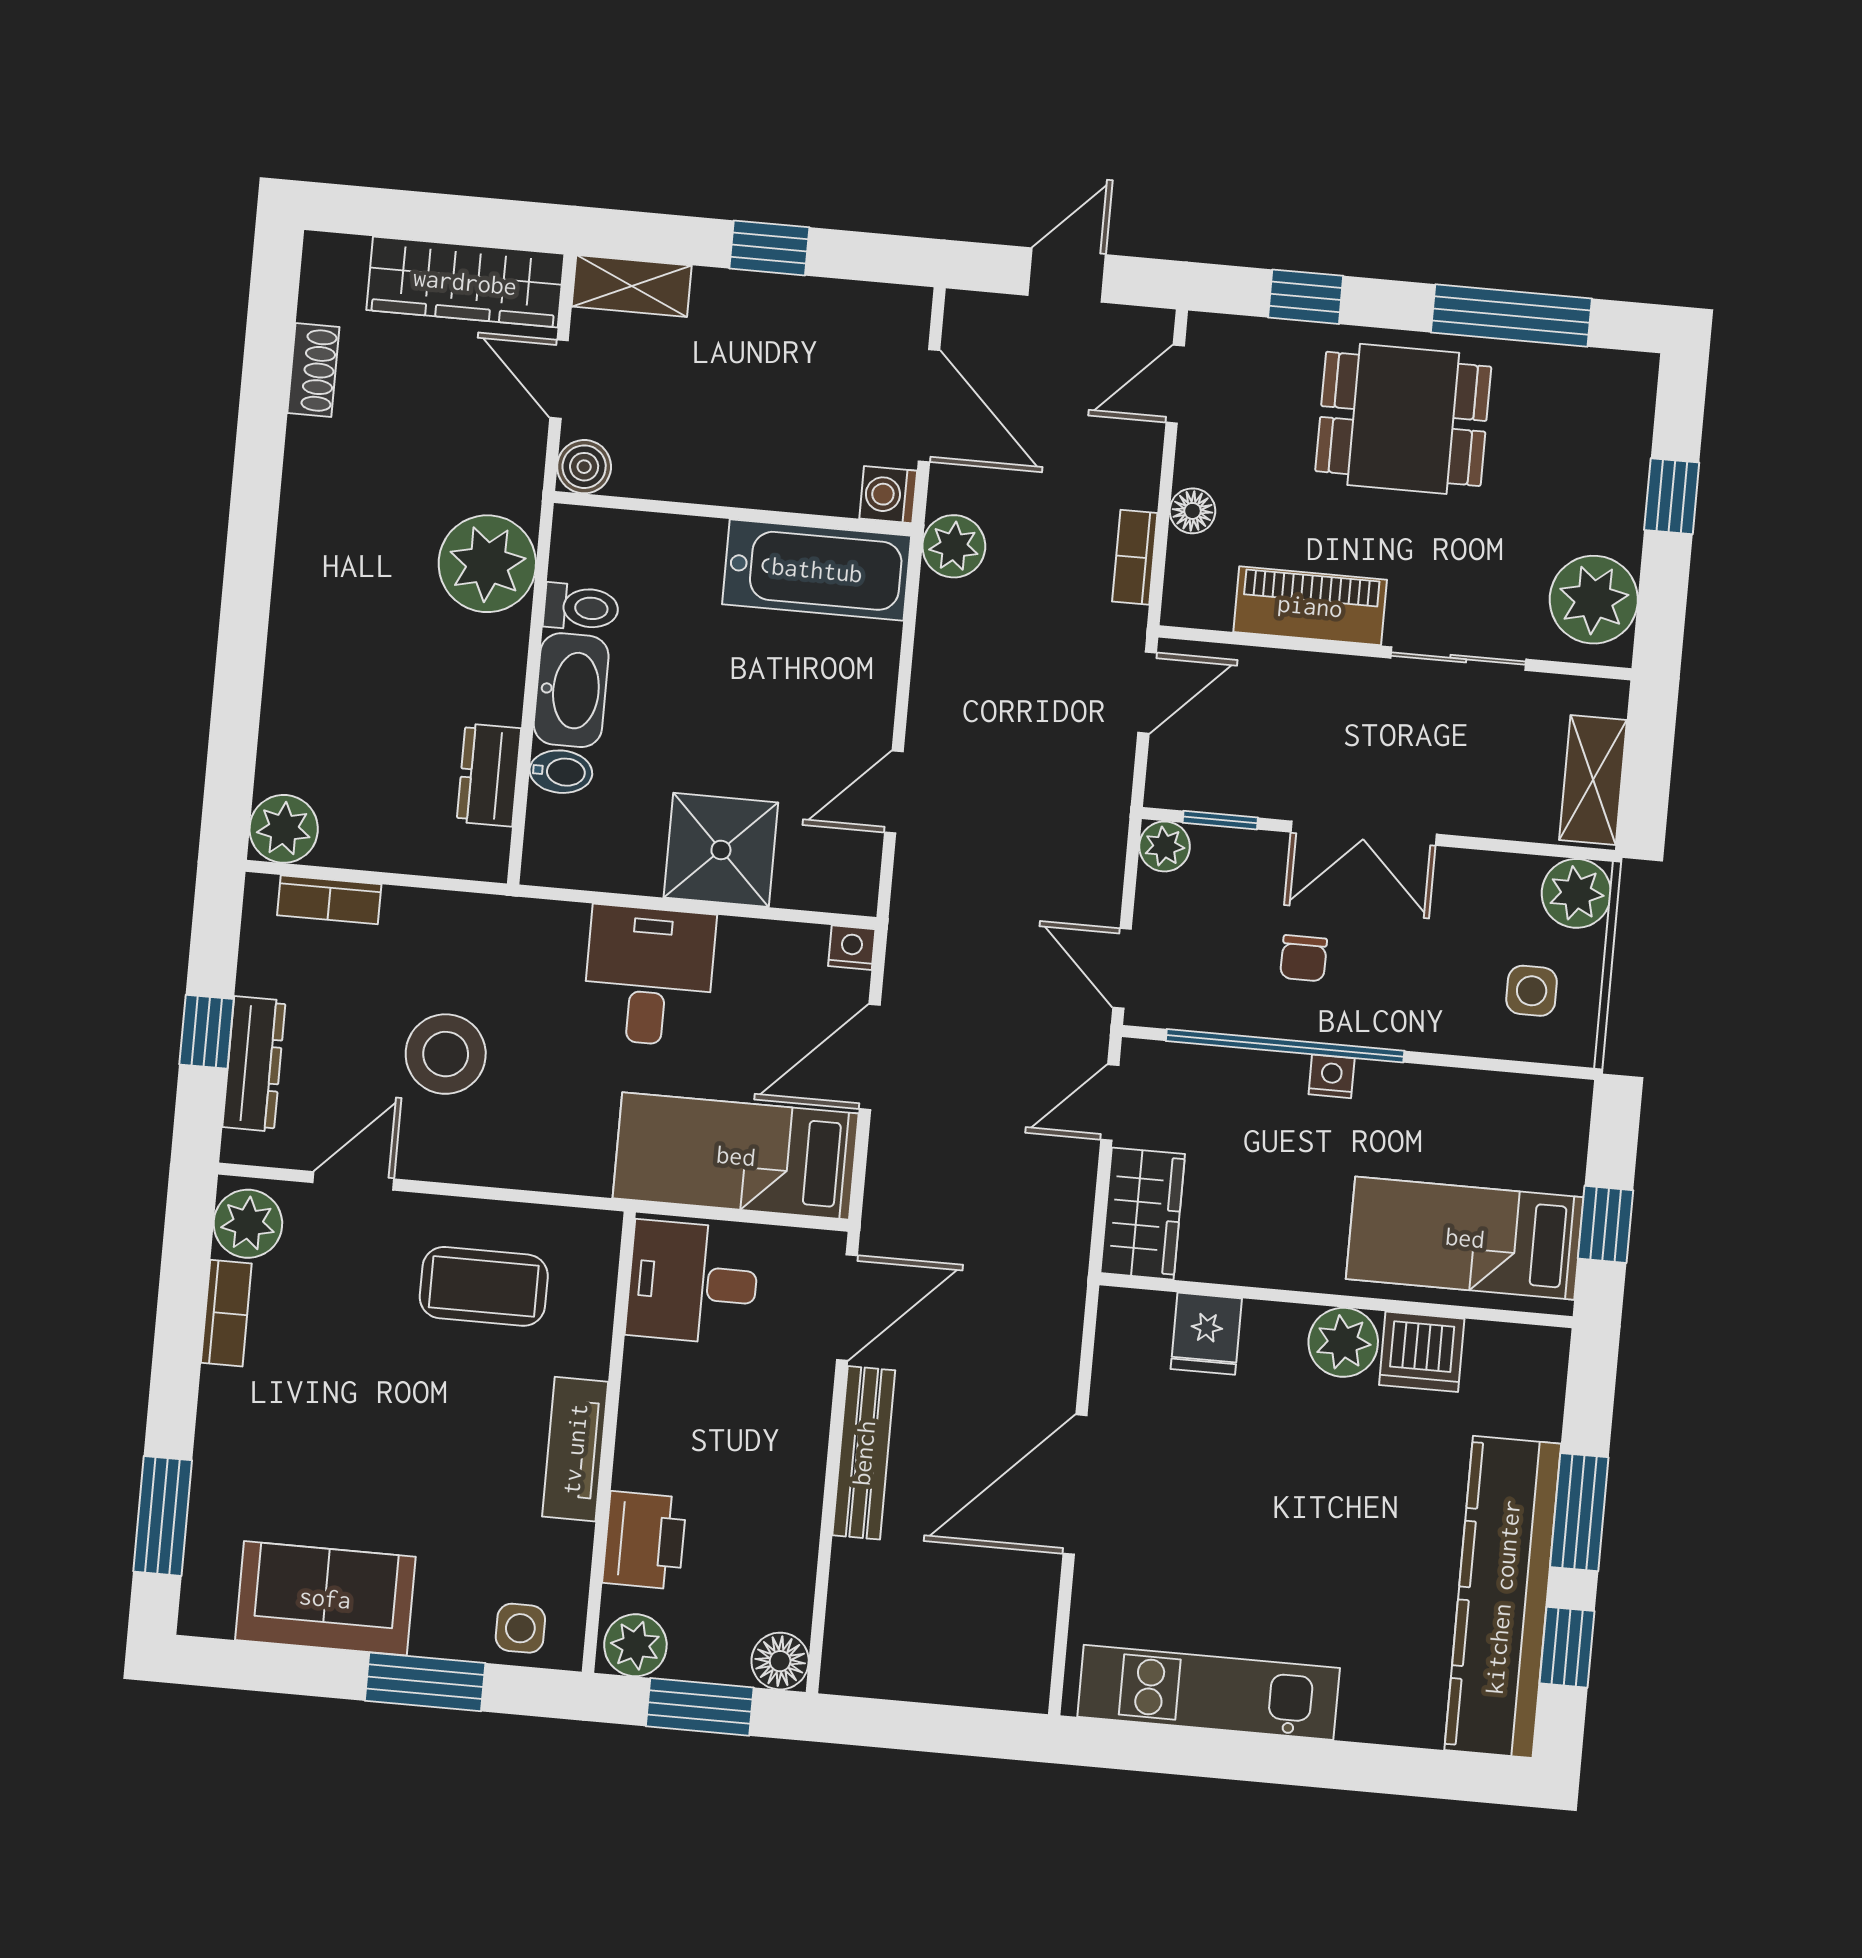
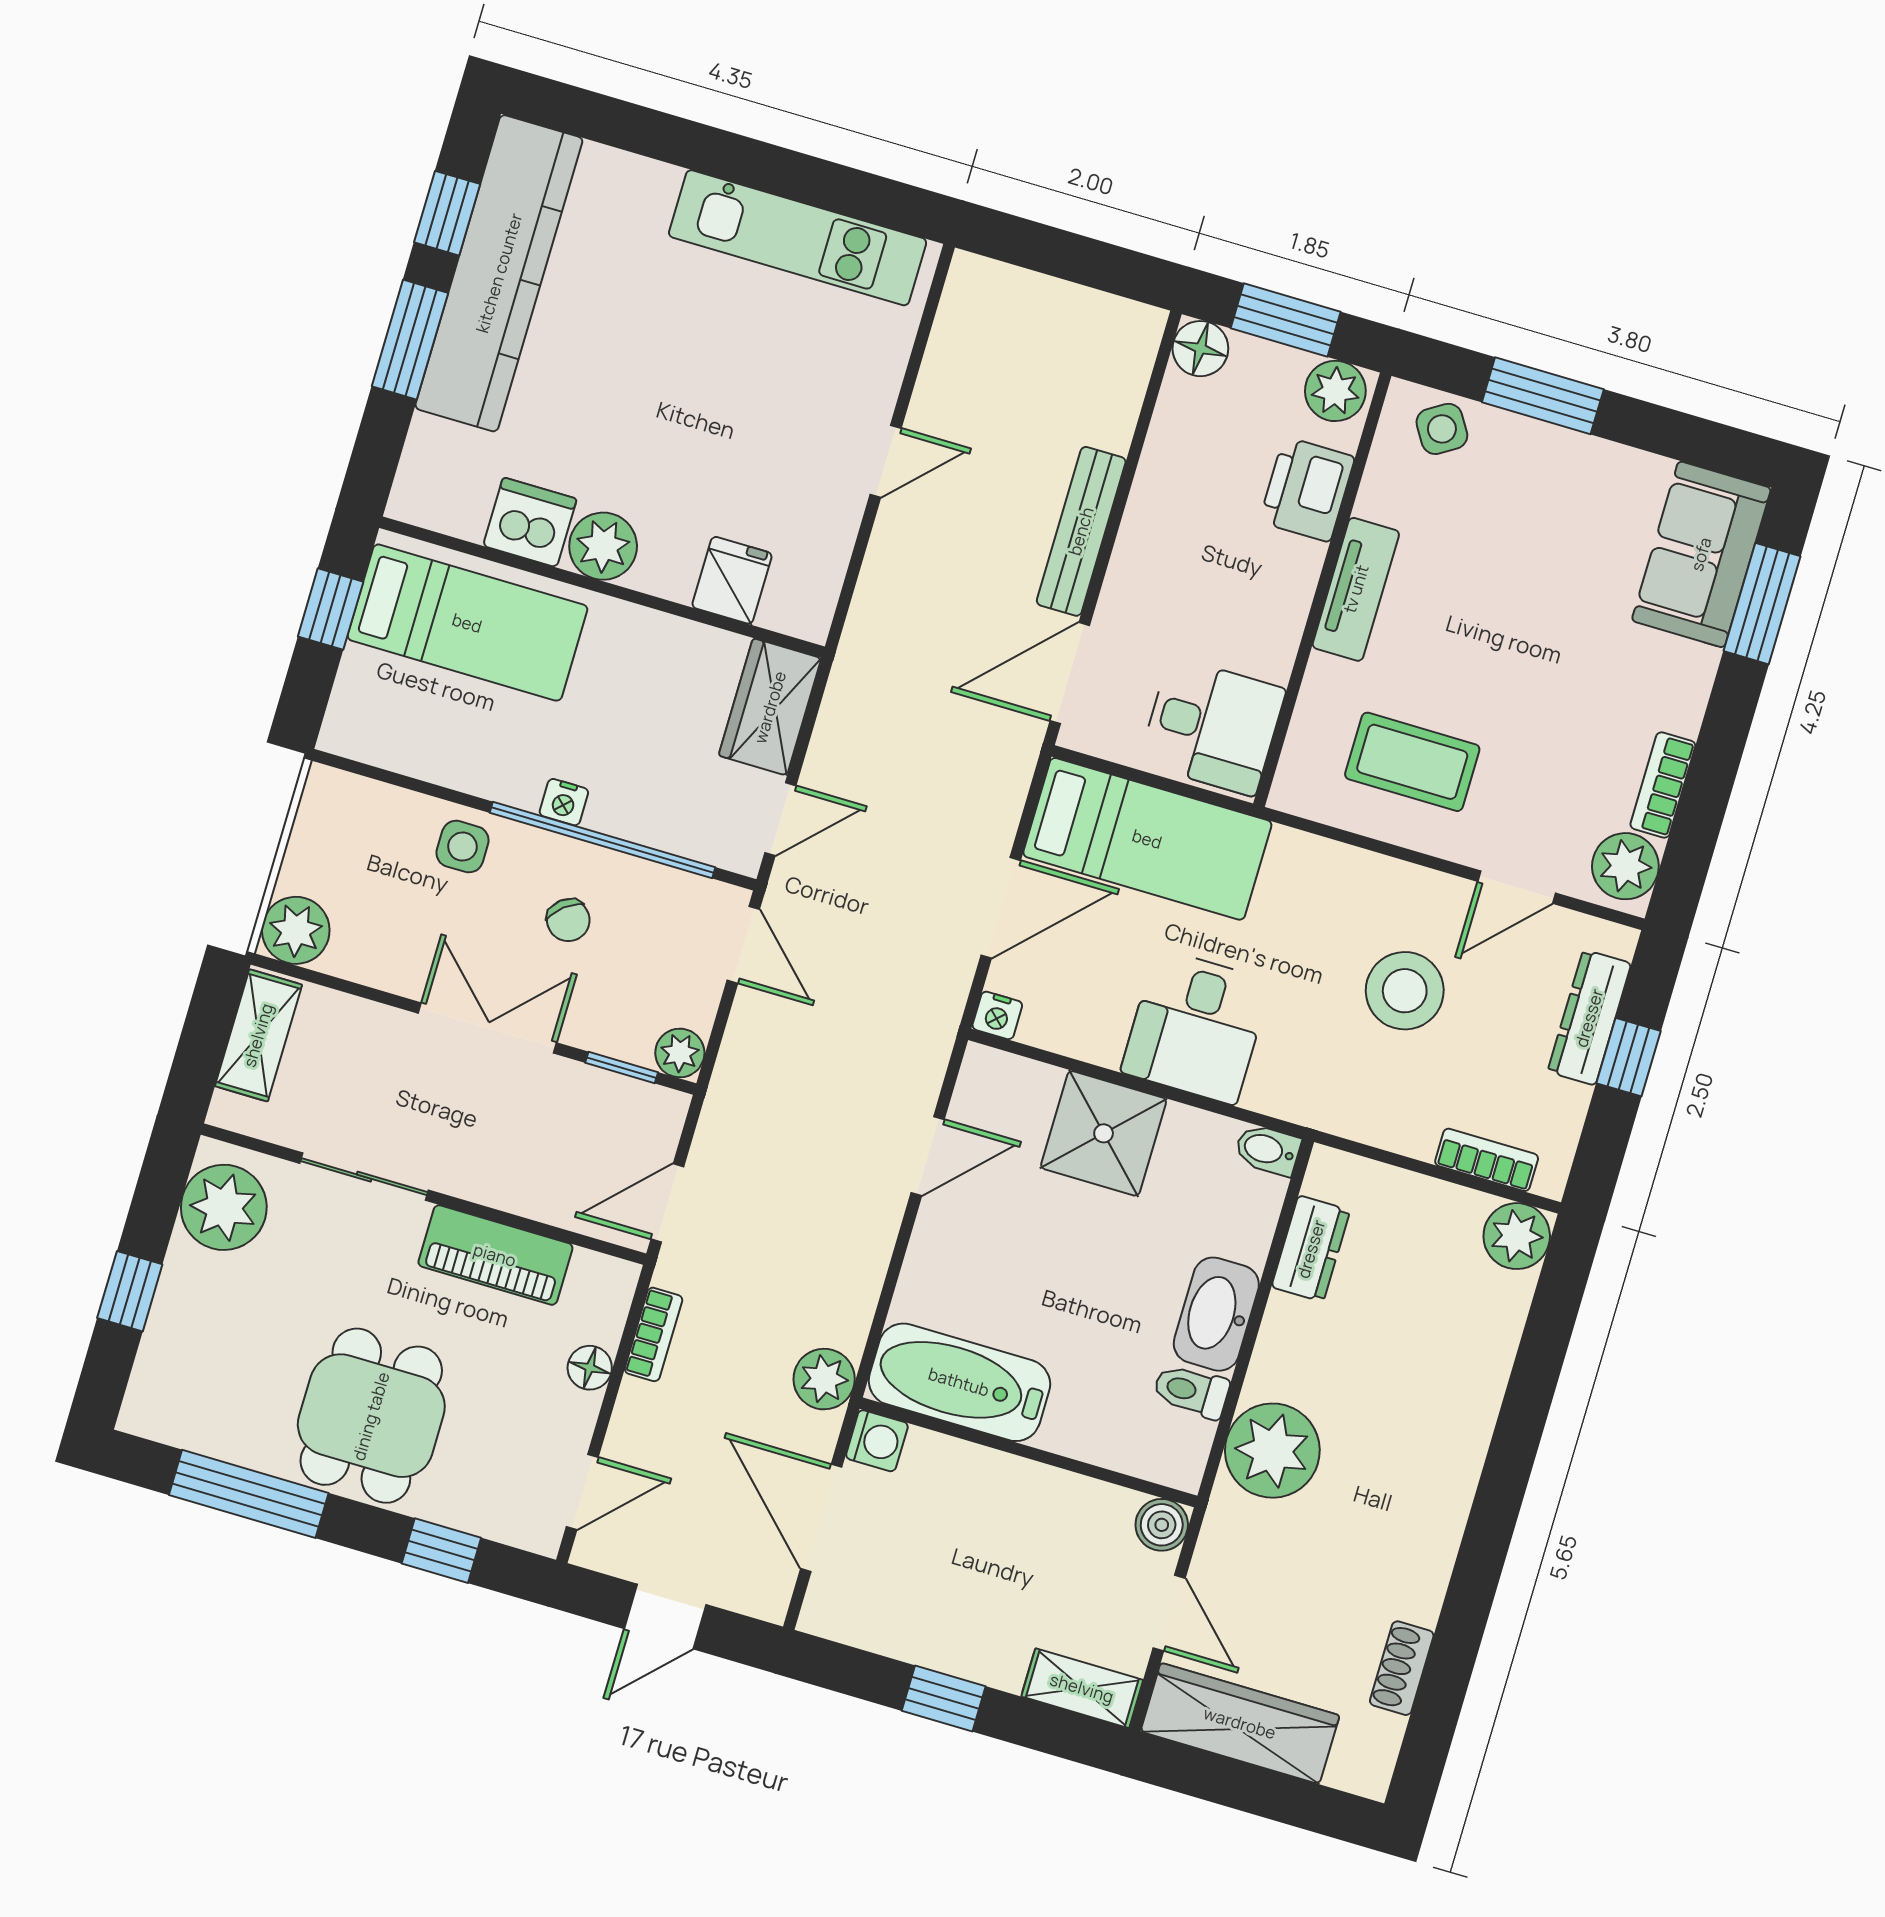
dining table: (1403, 419) -> (371, 1416), turned 90
bidet: (561, 772) -> (1268, 1150), moved
chair: (1304, 958) -> (568, 920), turned 141
side table: (1532, 991) -> (462, 847), moved
door: (1075, 1485) -> (886, 461), width x0.53
sofa: (325, 1598) -> (1701, 554), moved, turned 90
side table: (520, 1628) -> (1442, 429), turned -32

